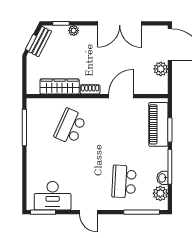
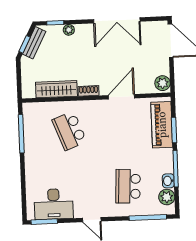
plant: (161, 69) -> (163, 83), moved
school desk: (70, 127) -> (69, 131), turned -45

